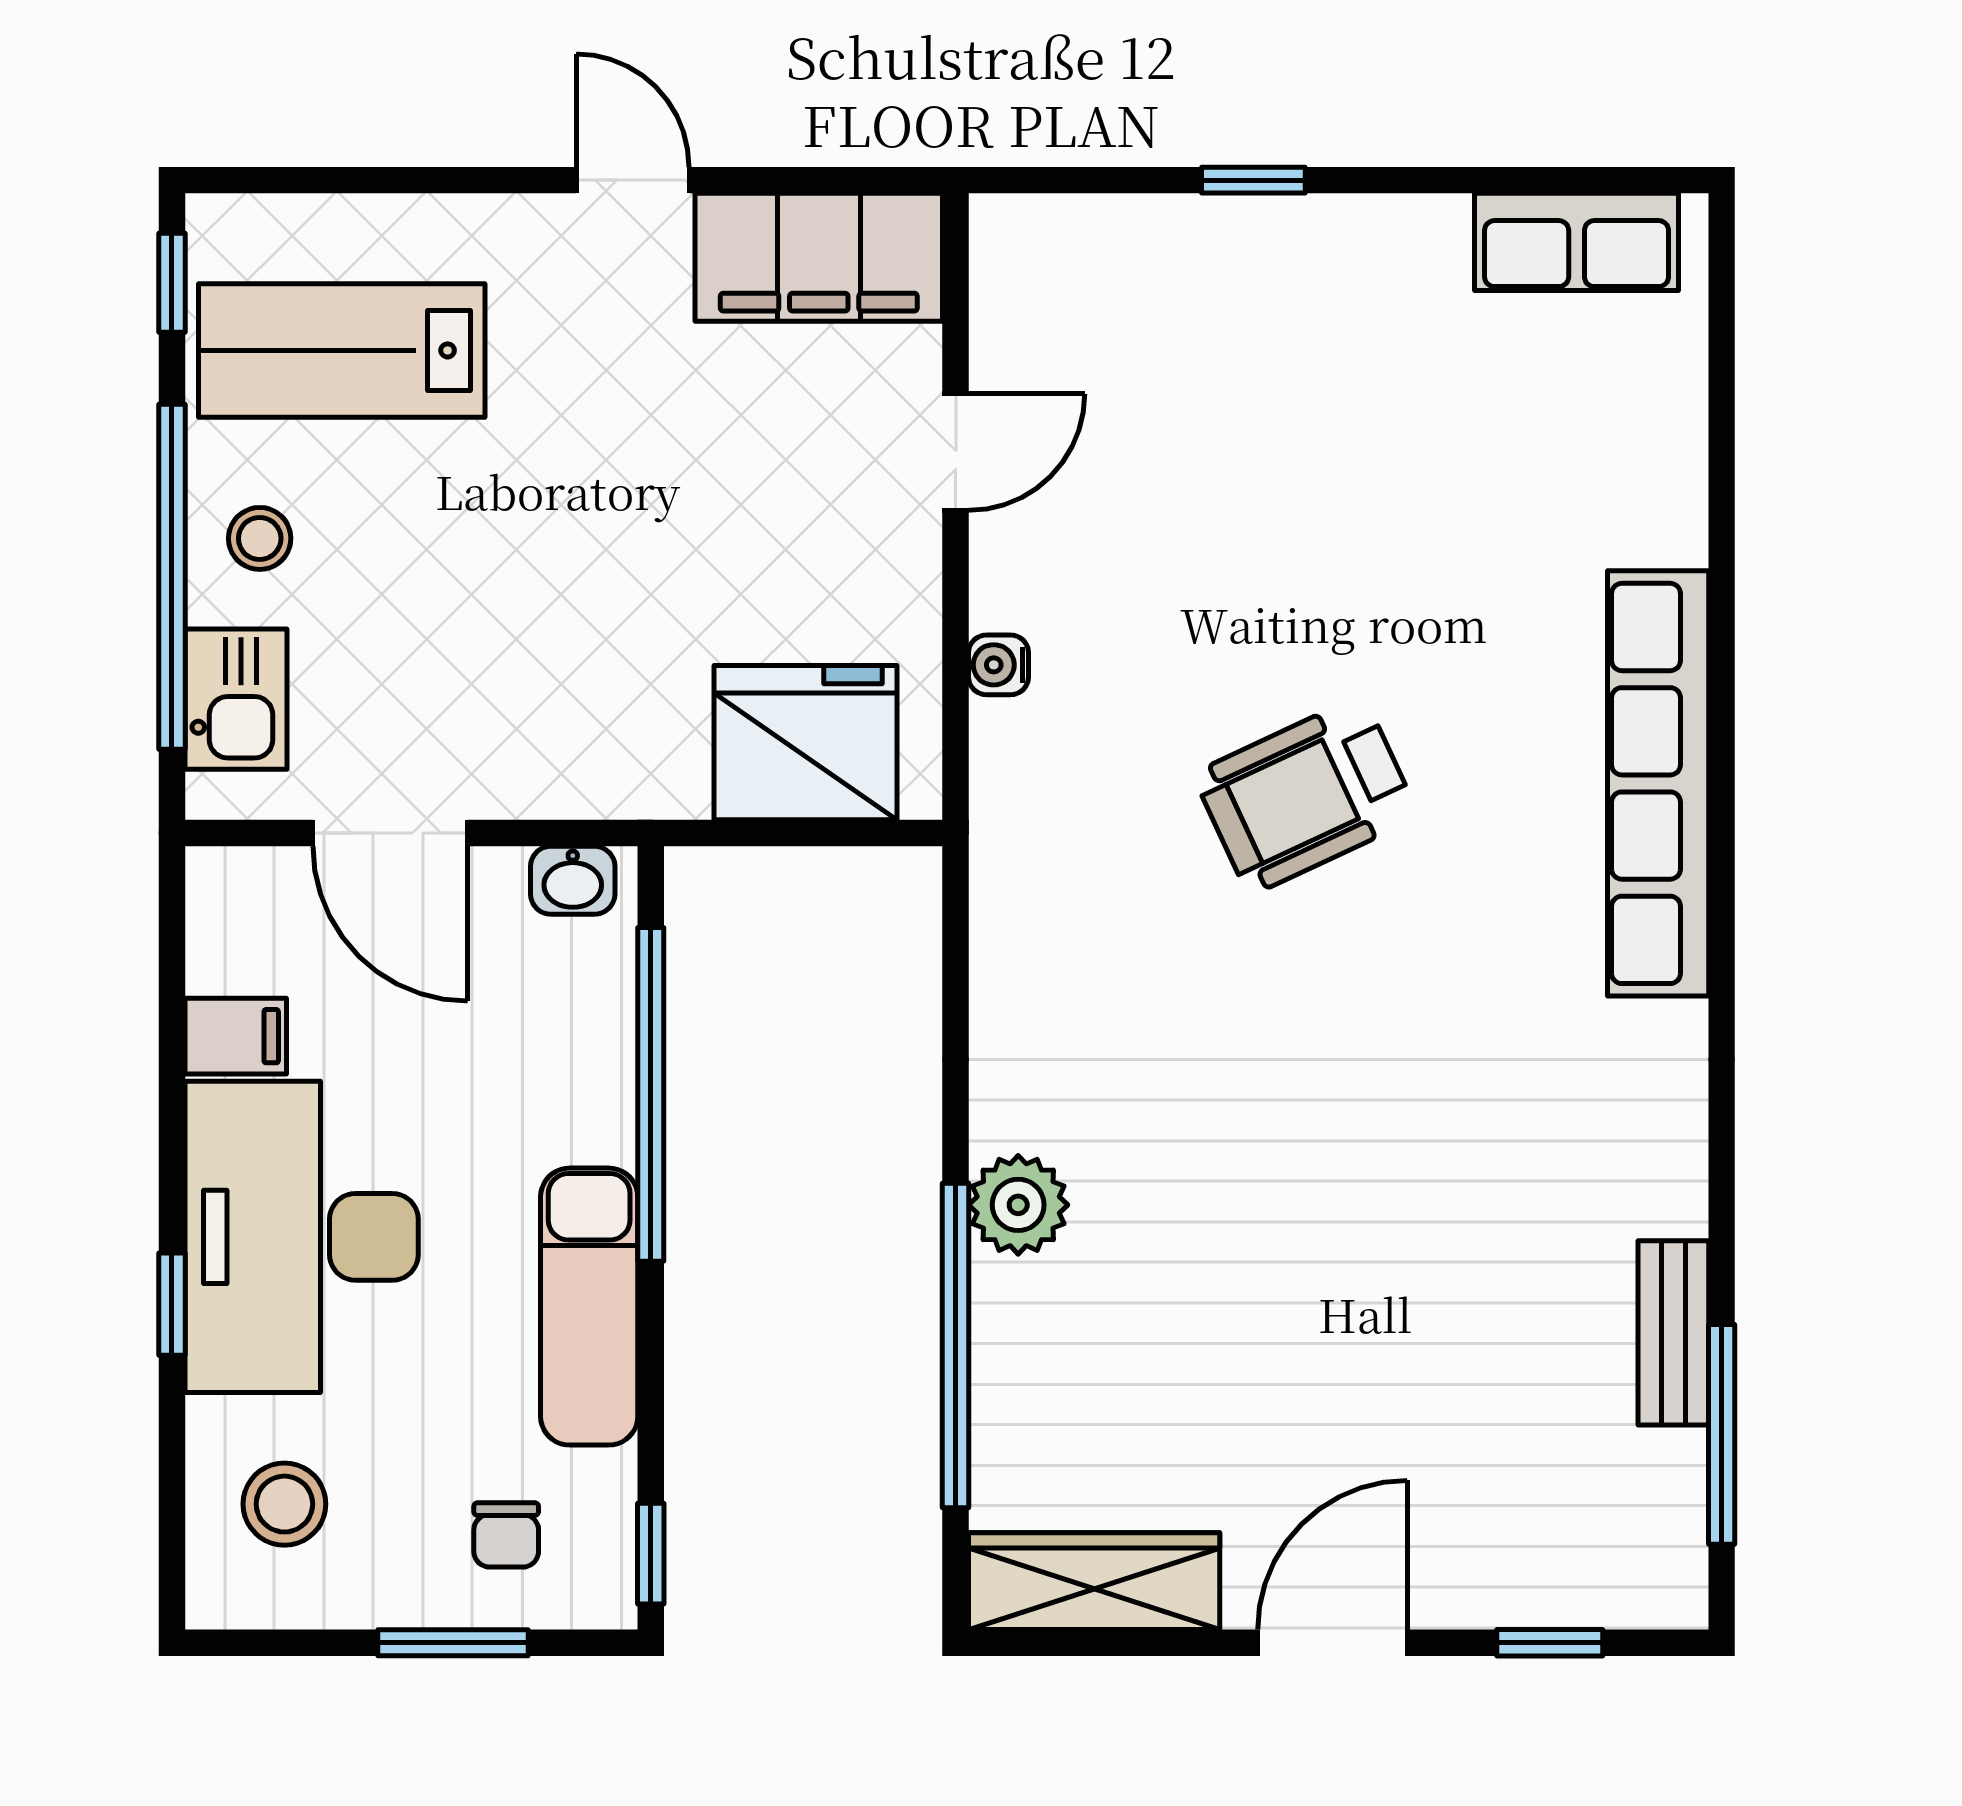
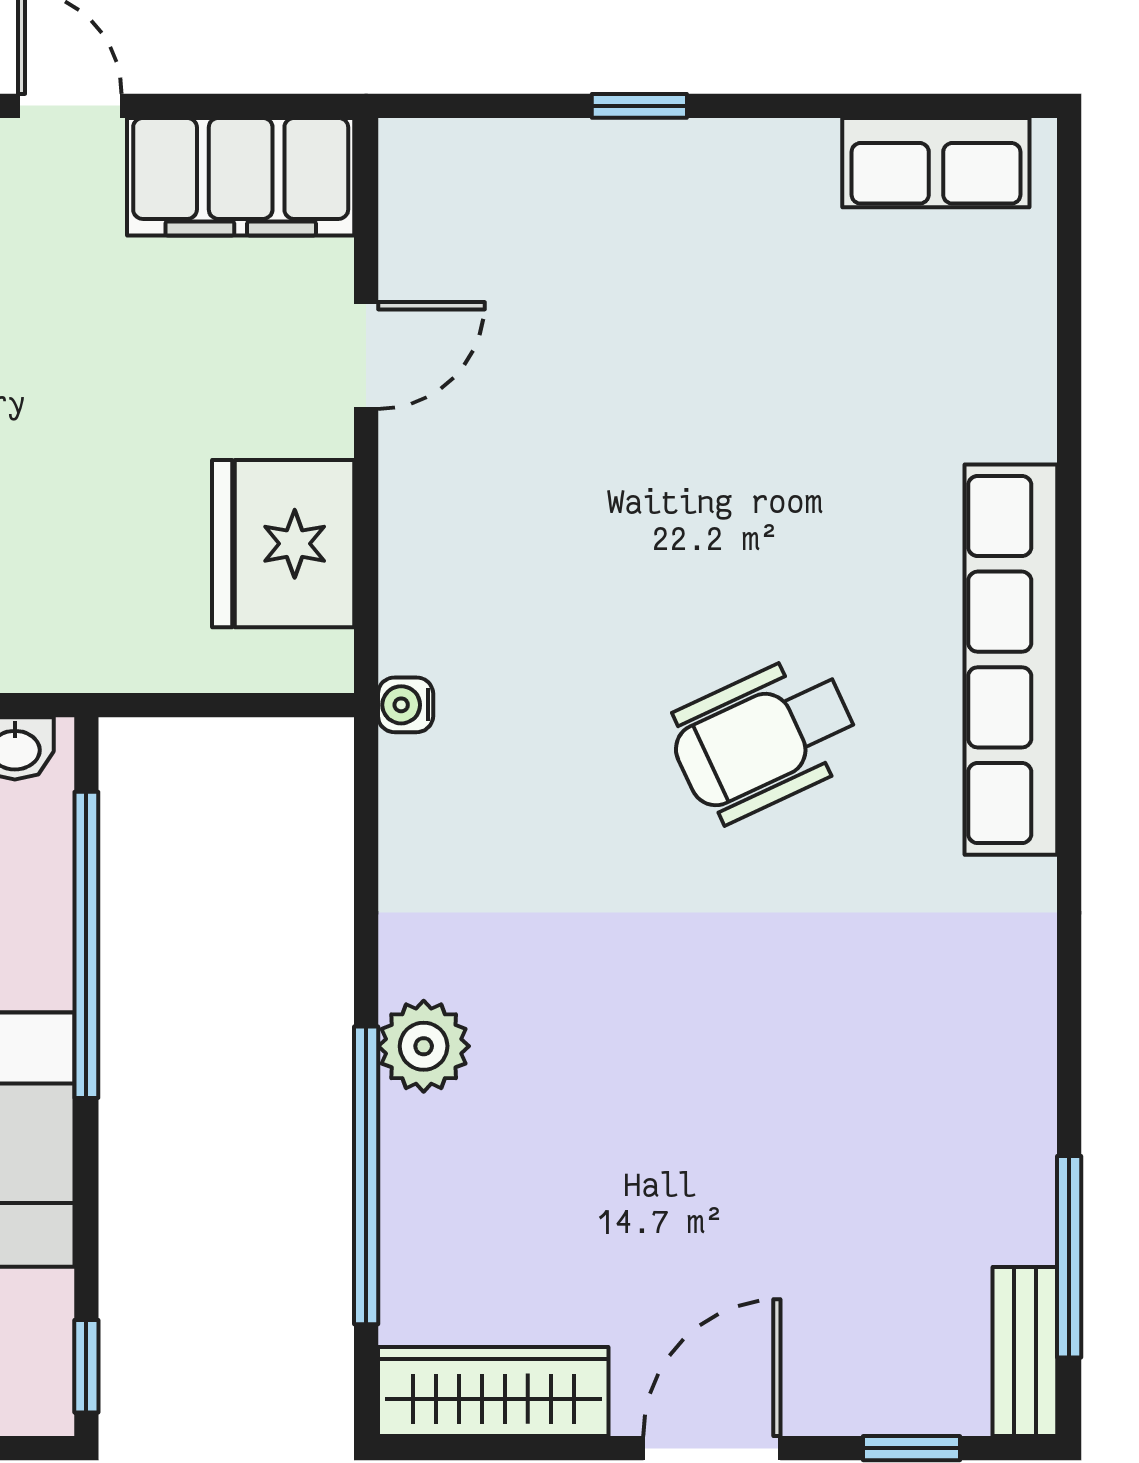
water cooler: (998, 665) -> (406, 705), moved
fridge: (806, 743) -> (283, 544), moved, turned -90
wheelchair: (1306, 795) -> (764, 739), moved
bench: (1673, 1333) -> (1025, 1351), moved

